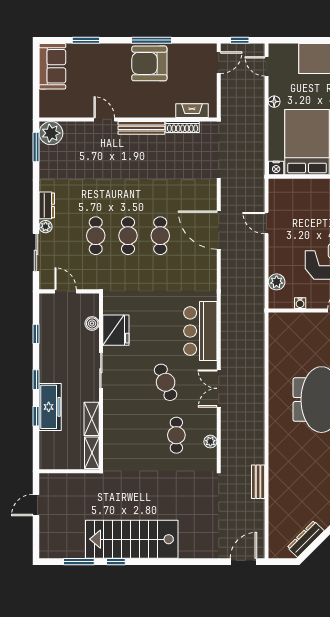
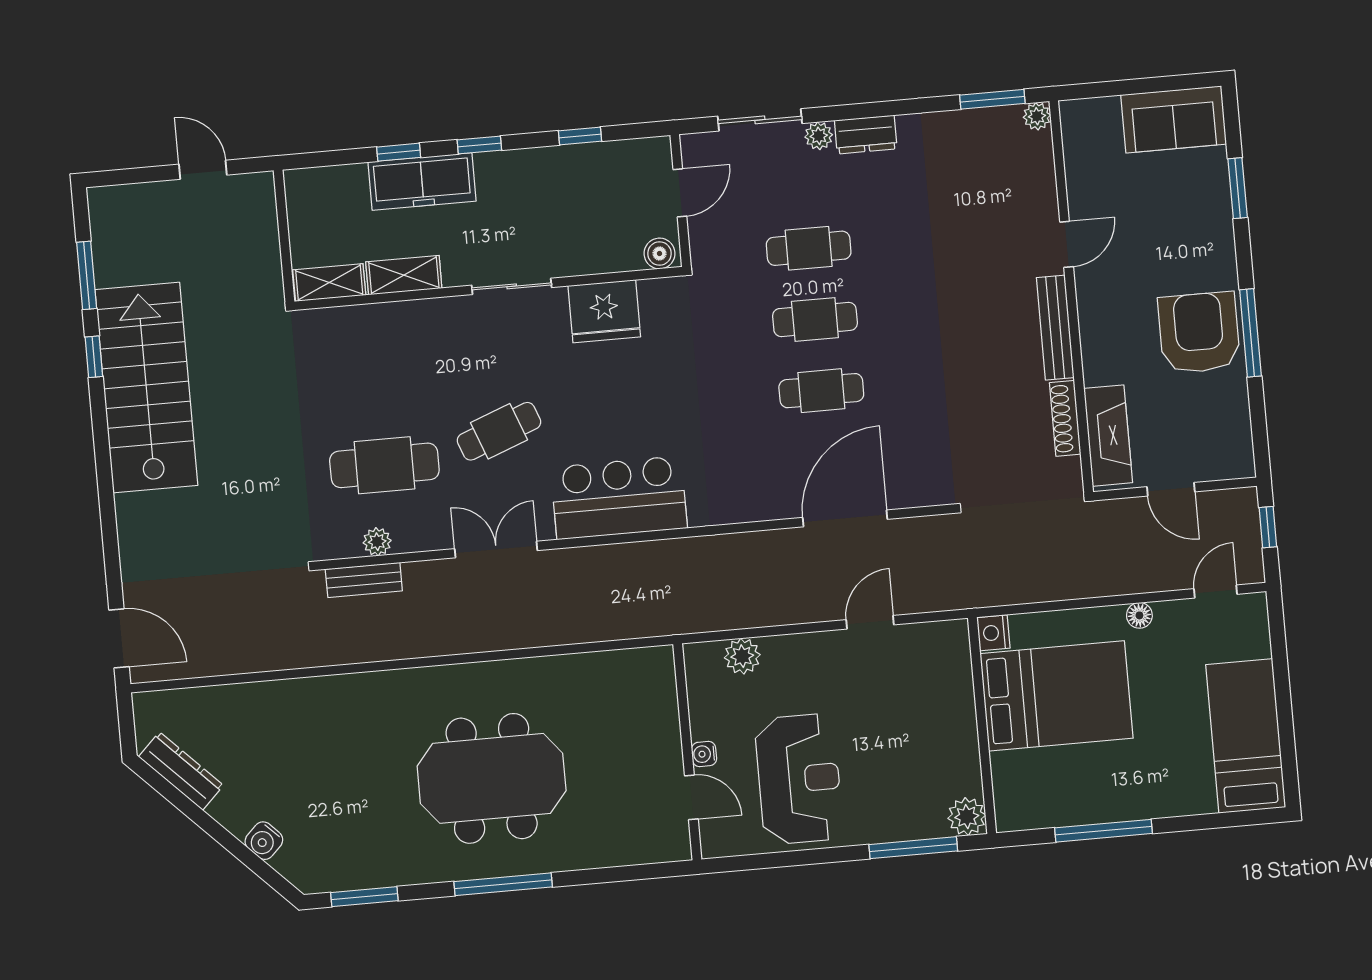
door: (219, 63) -> (1171, 489), moved
fireplace: (192, 111) -> (1108, 436), width x1.37, depth x1.32
plant: (51, 133) -> (1037, 116), width x0.53, depth x0.53
water cooler: (300, 303) -> (704, 754), moved
boiler: (92, 323) -> (660, 253), moved
cafe table: (176, 435) -> (384, 465), width x1.37, depth x1.35
bench: (258, 482) -> (364, 580), moved

